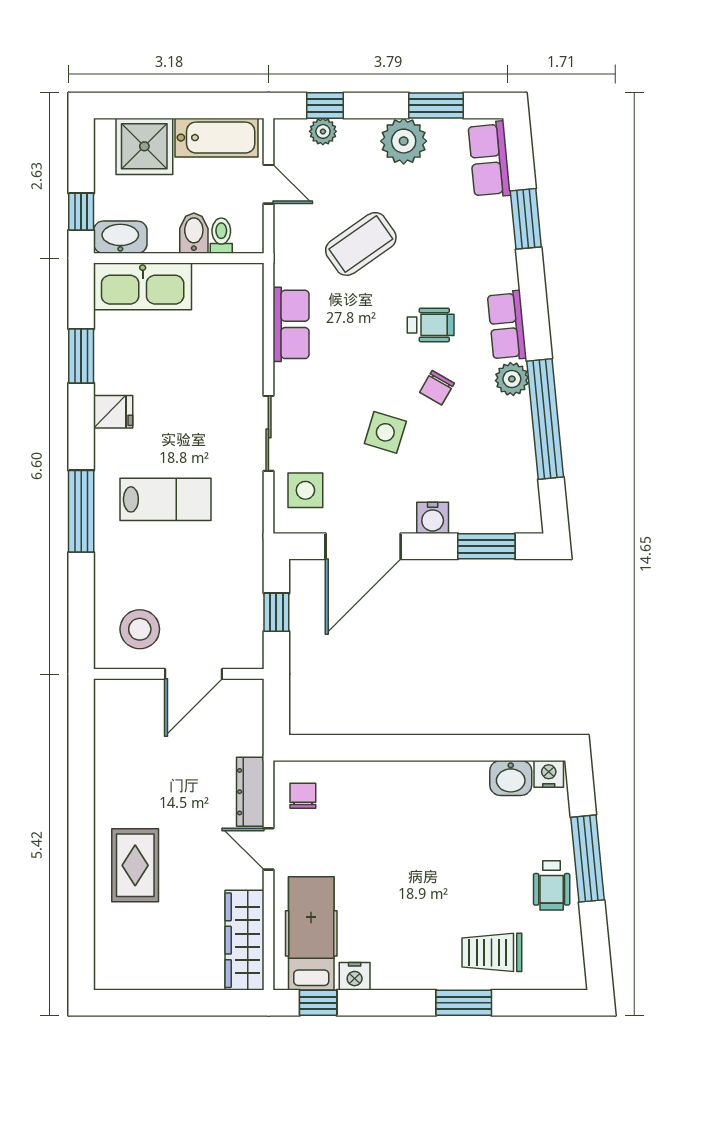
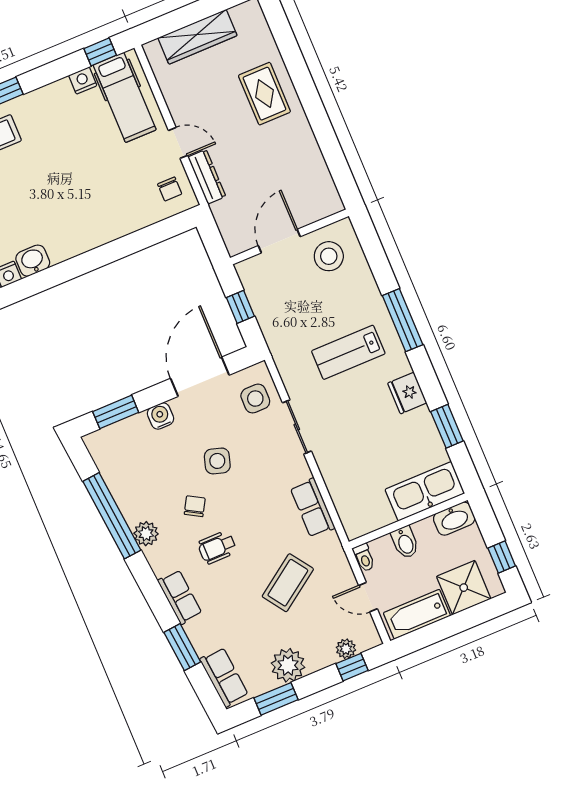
window: (81, 212) -> (502, 557), moved
toilet: (221, 236) -> (364, 558), moved
row of seats: (507, 326) -> (180, 597), moved
fridge: (113, 412) -> (407, 393), width x1.38
wardrobe: (244, 940) -> (198, 37), moved, turned 90

